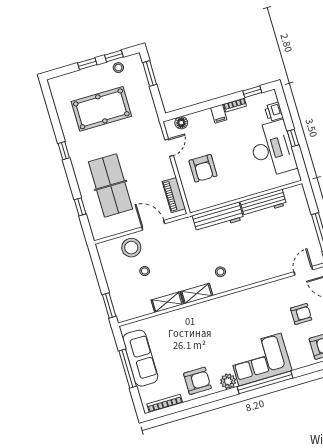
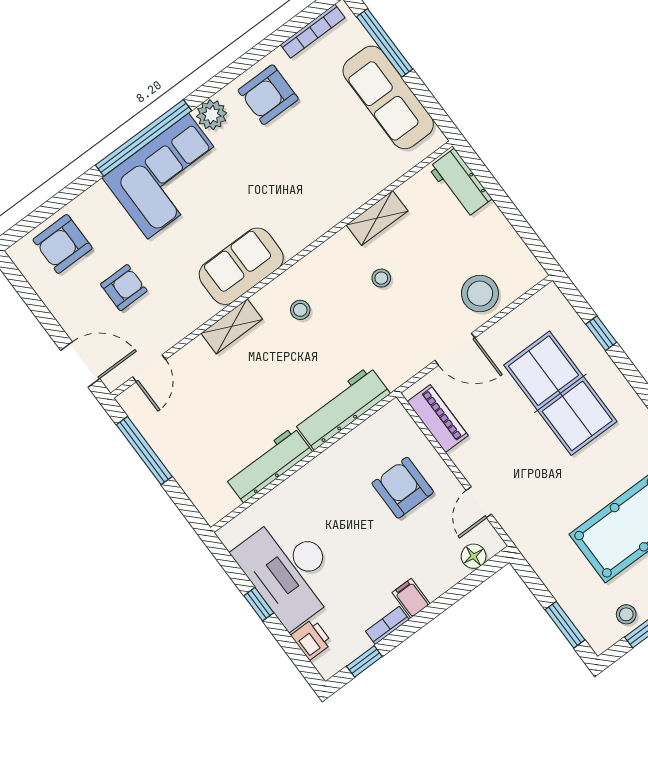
stool: (145, 271) -> (381, 278), moved
shelving: (197, 294) -> (232, 326), moved
sofa: (241, 303) -> (241, 266), added
workbench: (121, 304) -> (460, 183), added
window: (109, 305) -> (481, 172), removed
armchair: (301, 314) -> (124, 288), turned 180
window: (128, 369) -> (385, 43), moved

